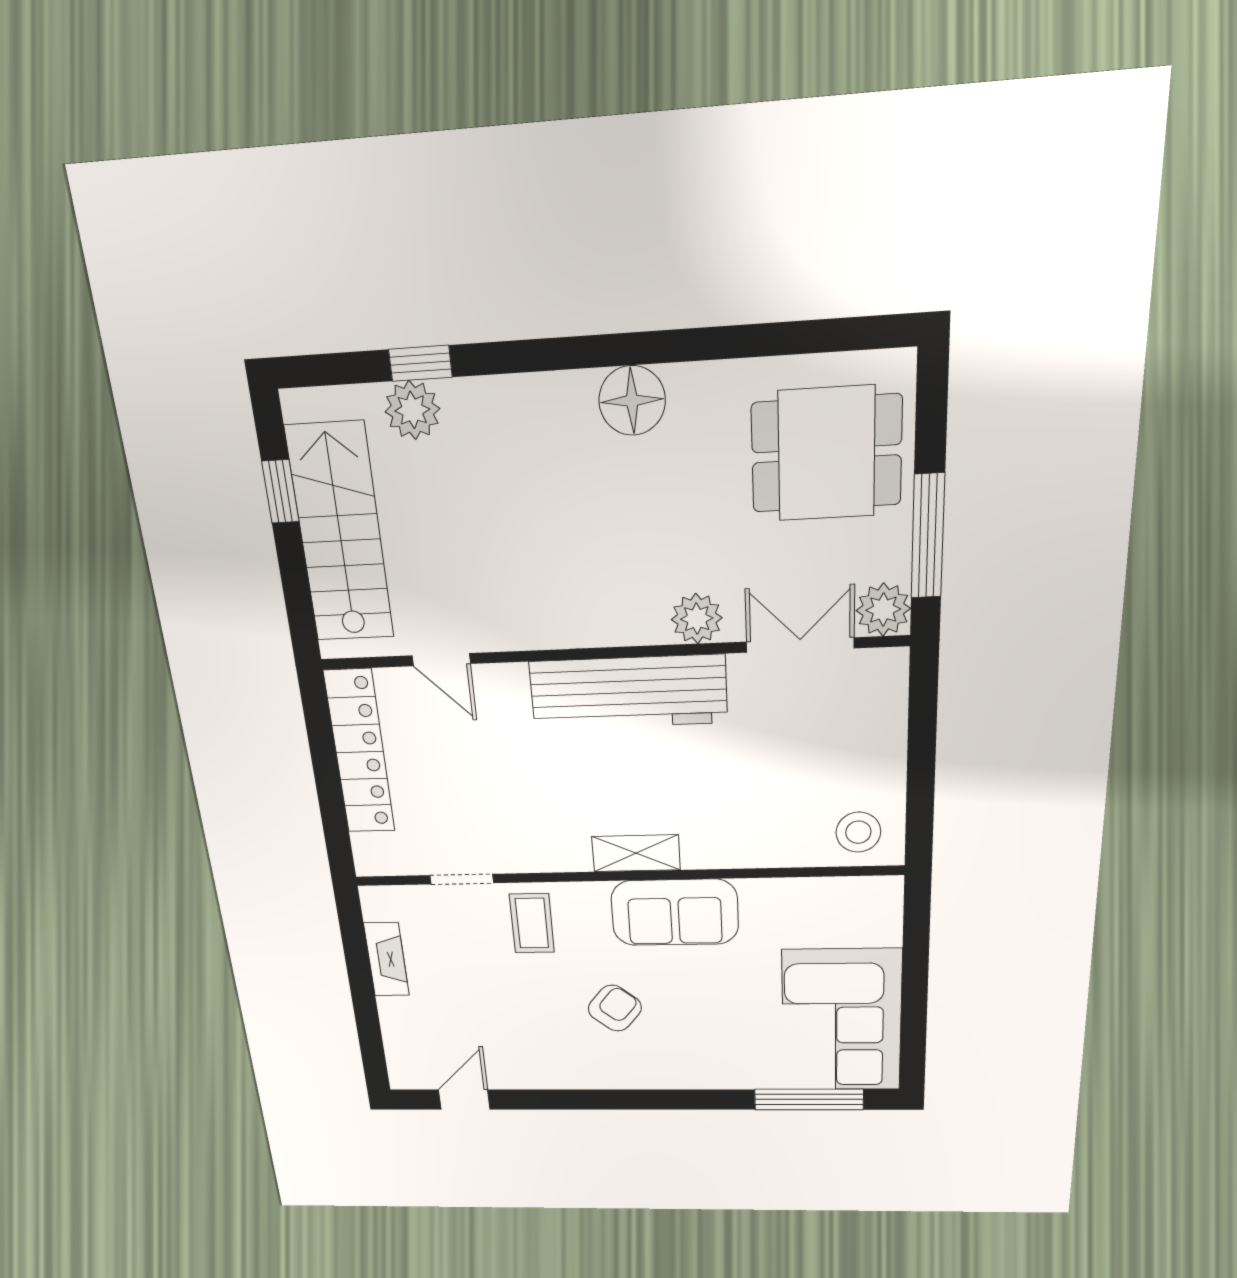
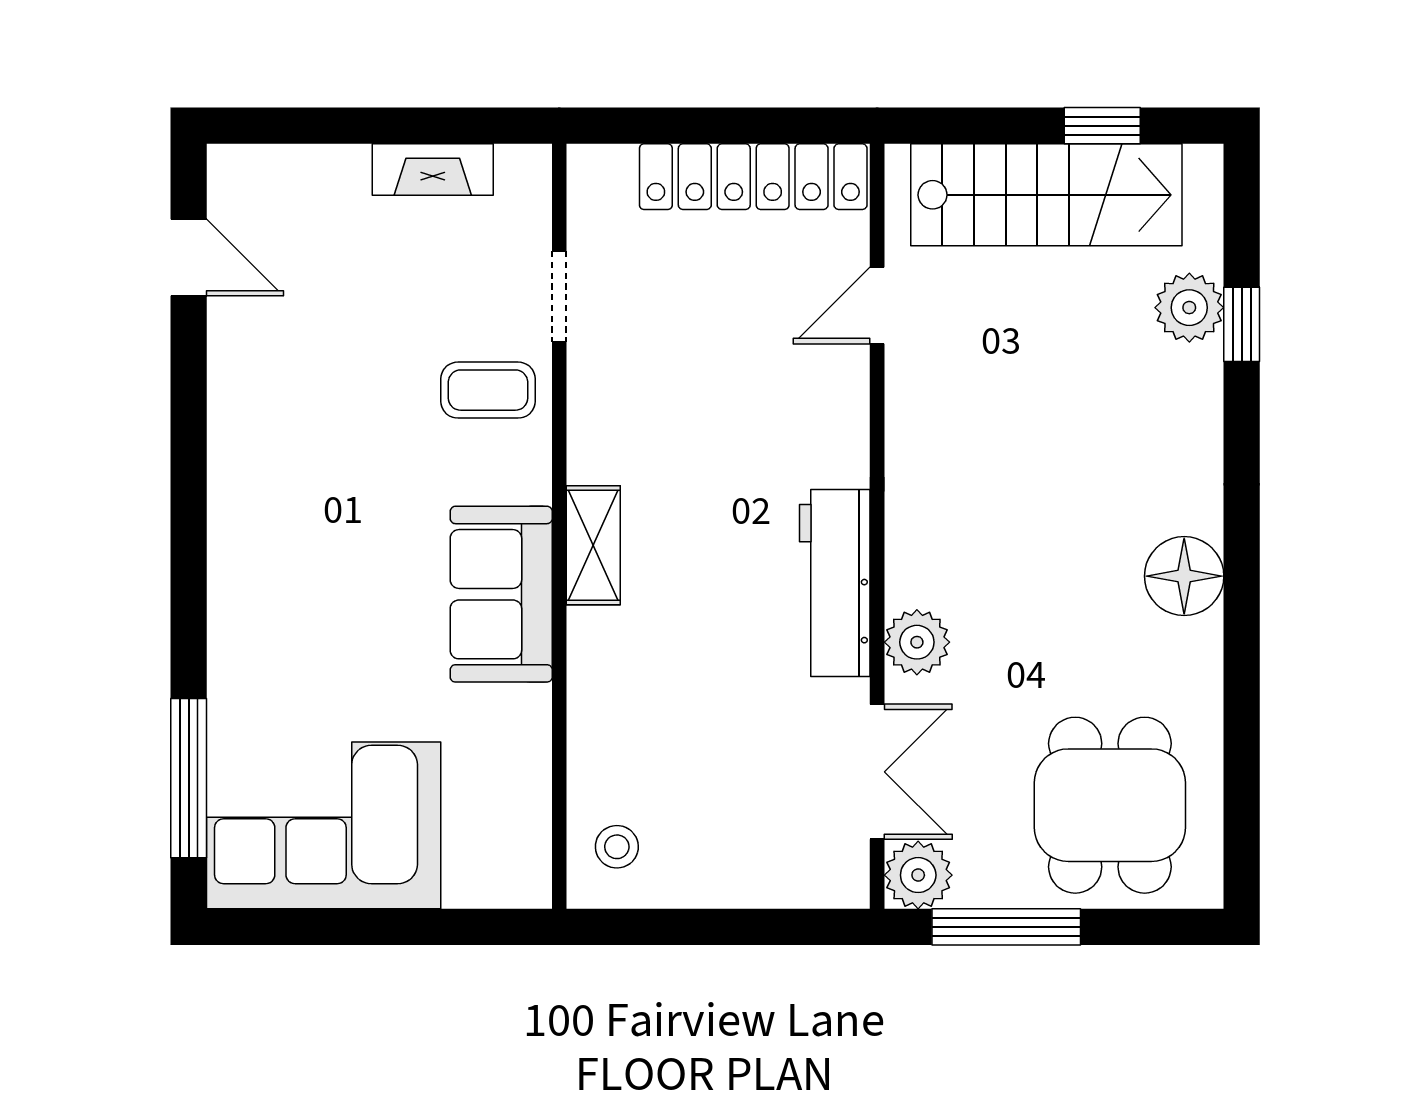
workbench: (628, 692) -> (835, 583), width x0.73, depth x0.76
stool: (858, 832) -> (617, 847), width x0.73, depth x0.73
armchair: (615, 1008) -> (347, 499), removed

